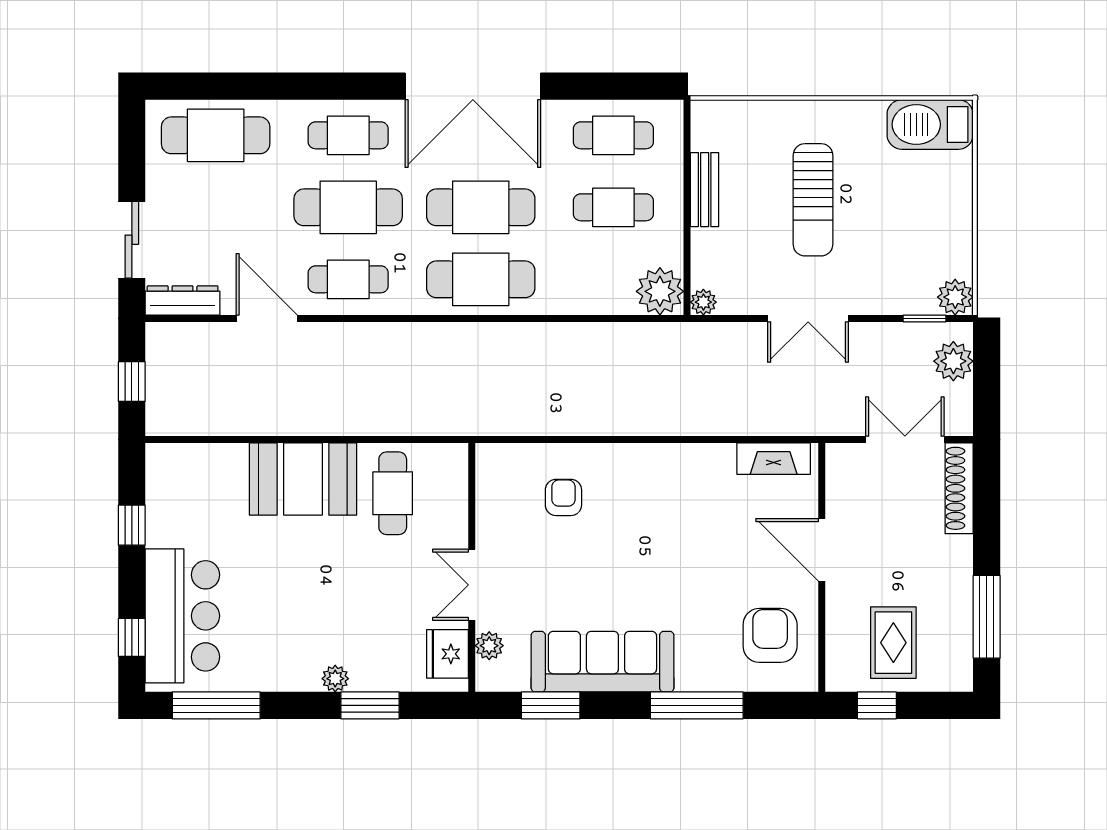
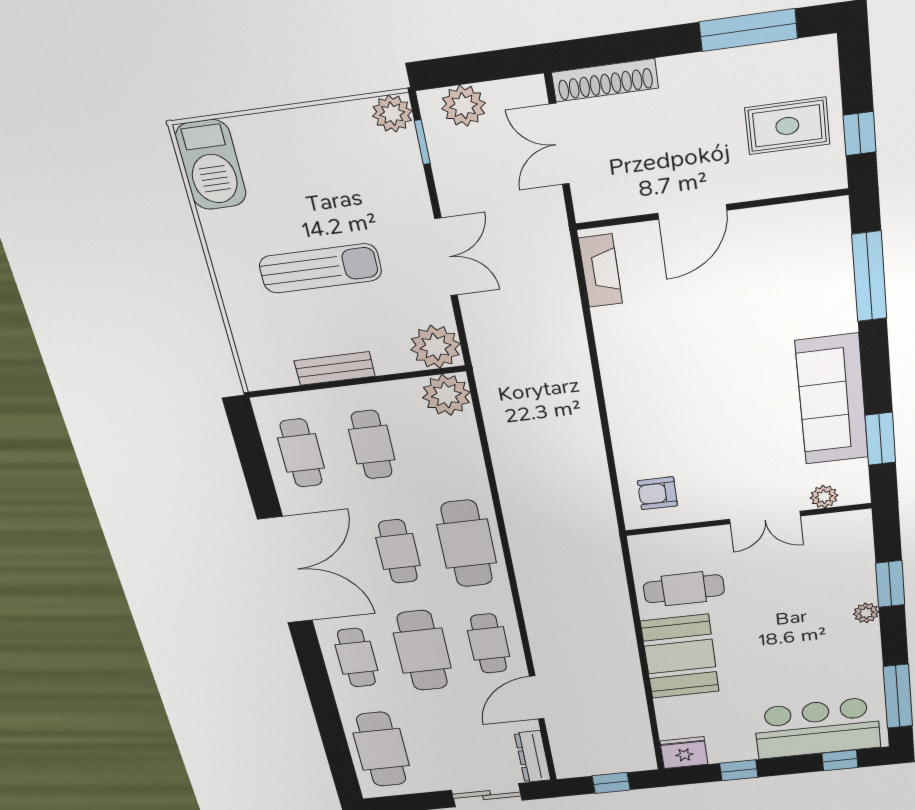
cafe table: (481, 207) -> (398, 551), width x0.73, depth x0.74
plant: (703, 302) -> (435, 347), width x1.88, depth x1.88
armchair: (563, 497) -> (657, 493), moved
armchair: (770, 635) -> (791, 250), removed
fridge: (447, 654) -> (684, 753), moved, turned 180
window: (697, 705) -> (869, 277), moved

